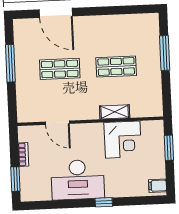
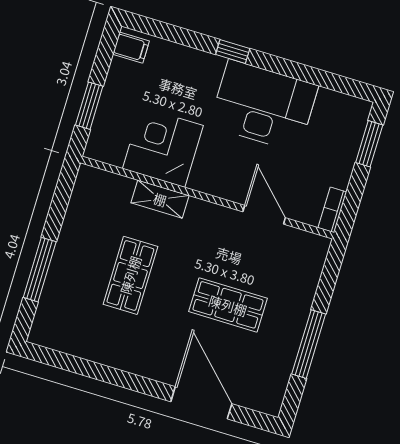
shop shelf: (116, 67) -> (130, 275), turned 90
bookcase: (23, 155) -> (332, 210), moved

